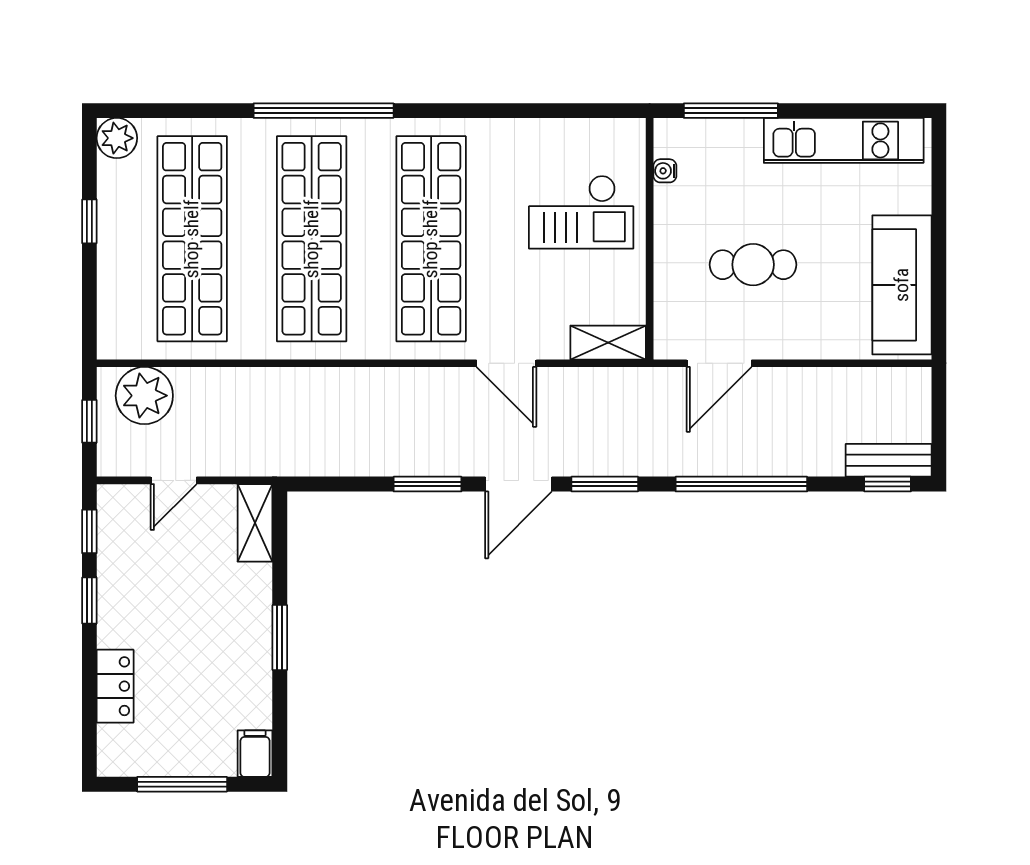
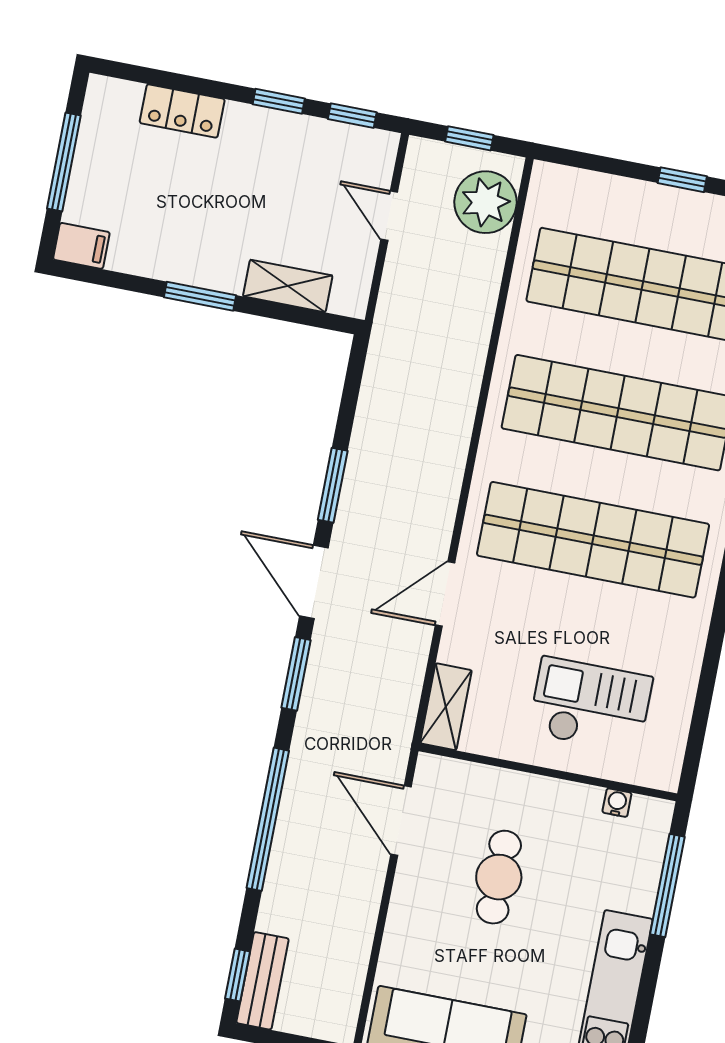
checkout: (581, 212) -> (590, 705), turned 90
shelving: (255, 523) -> (288, 286), moved

